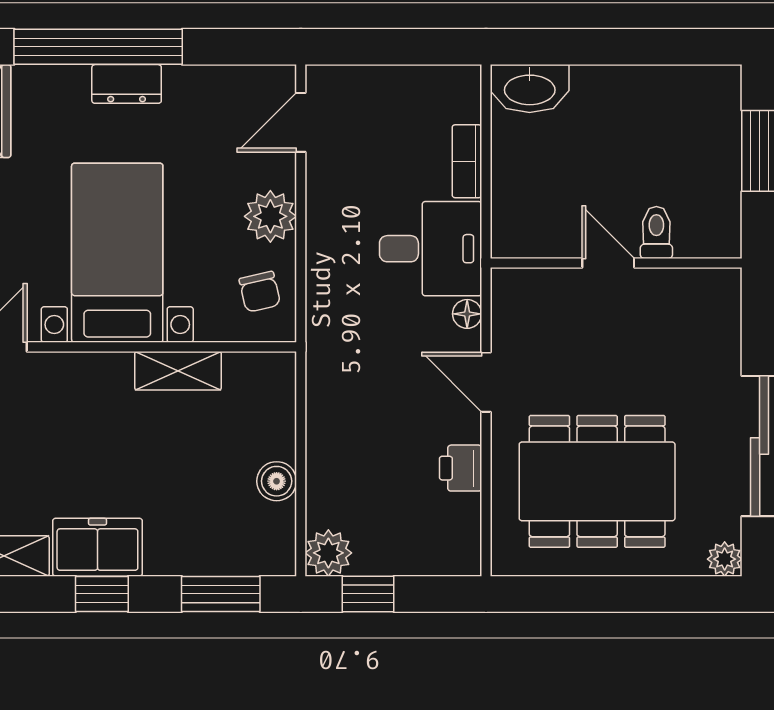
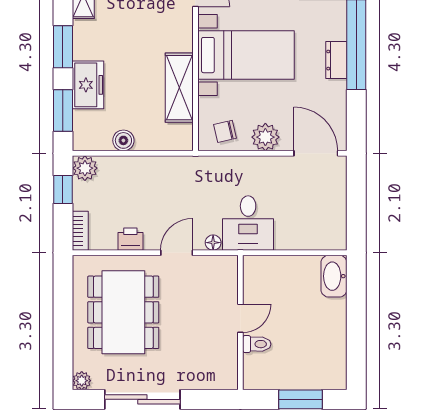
door: (301, 122) -> (316, 153), width x1.38
bookcase: (467, 161) -> (80, 231), moved, turned 90
shelving: (178, 371) -> (179, 88), width x1.50, depth x1.33
freezer: (97, 547) -> (88, 85), moved
window: (102, 594) -> (63, 47), width x1.50

